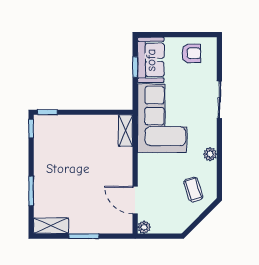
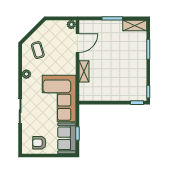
shelving: (125, 131) -> (84, 71), moved
door: (135, 200) -> (77, 43), hinge flipped

